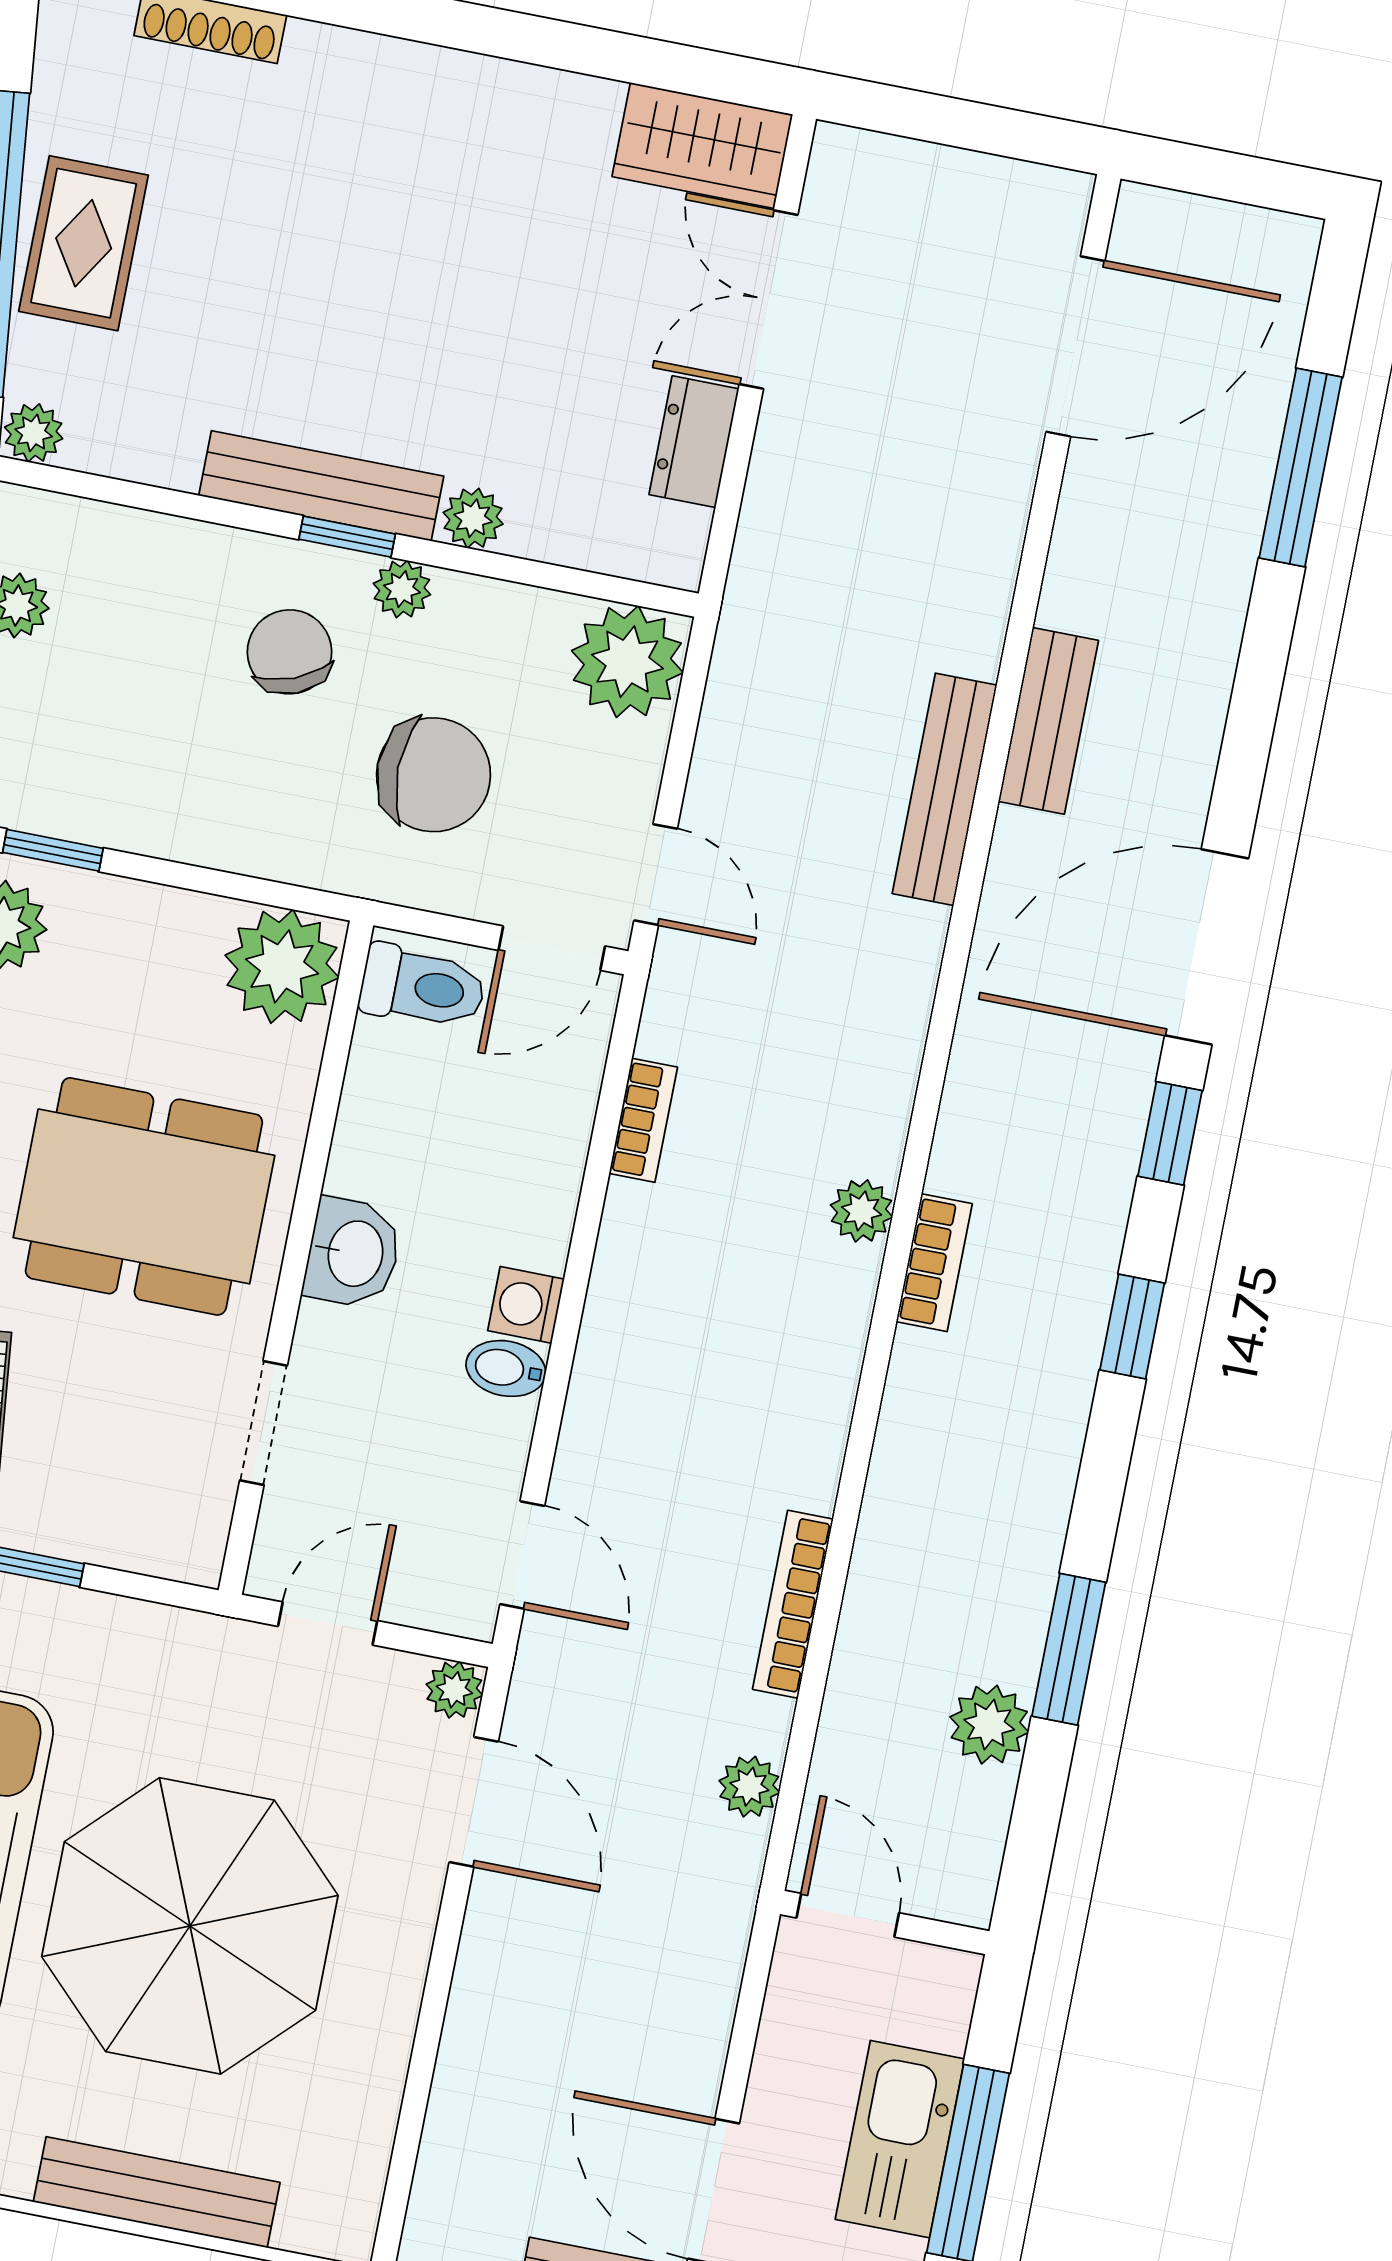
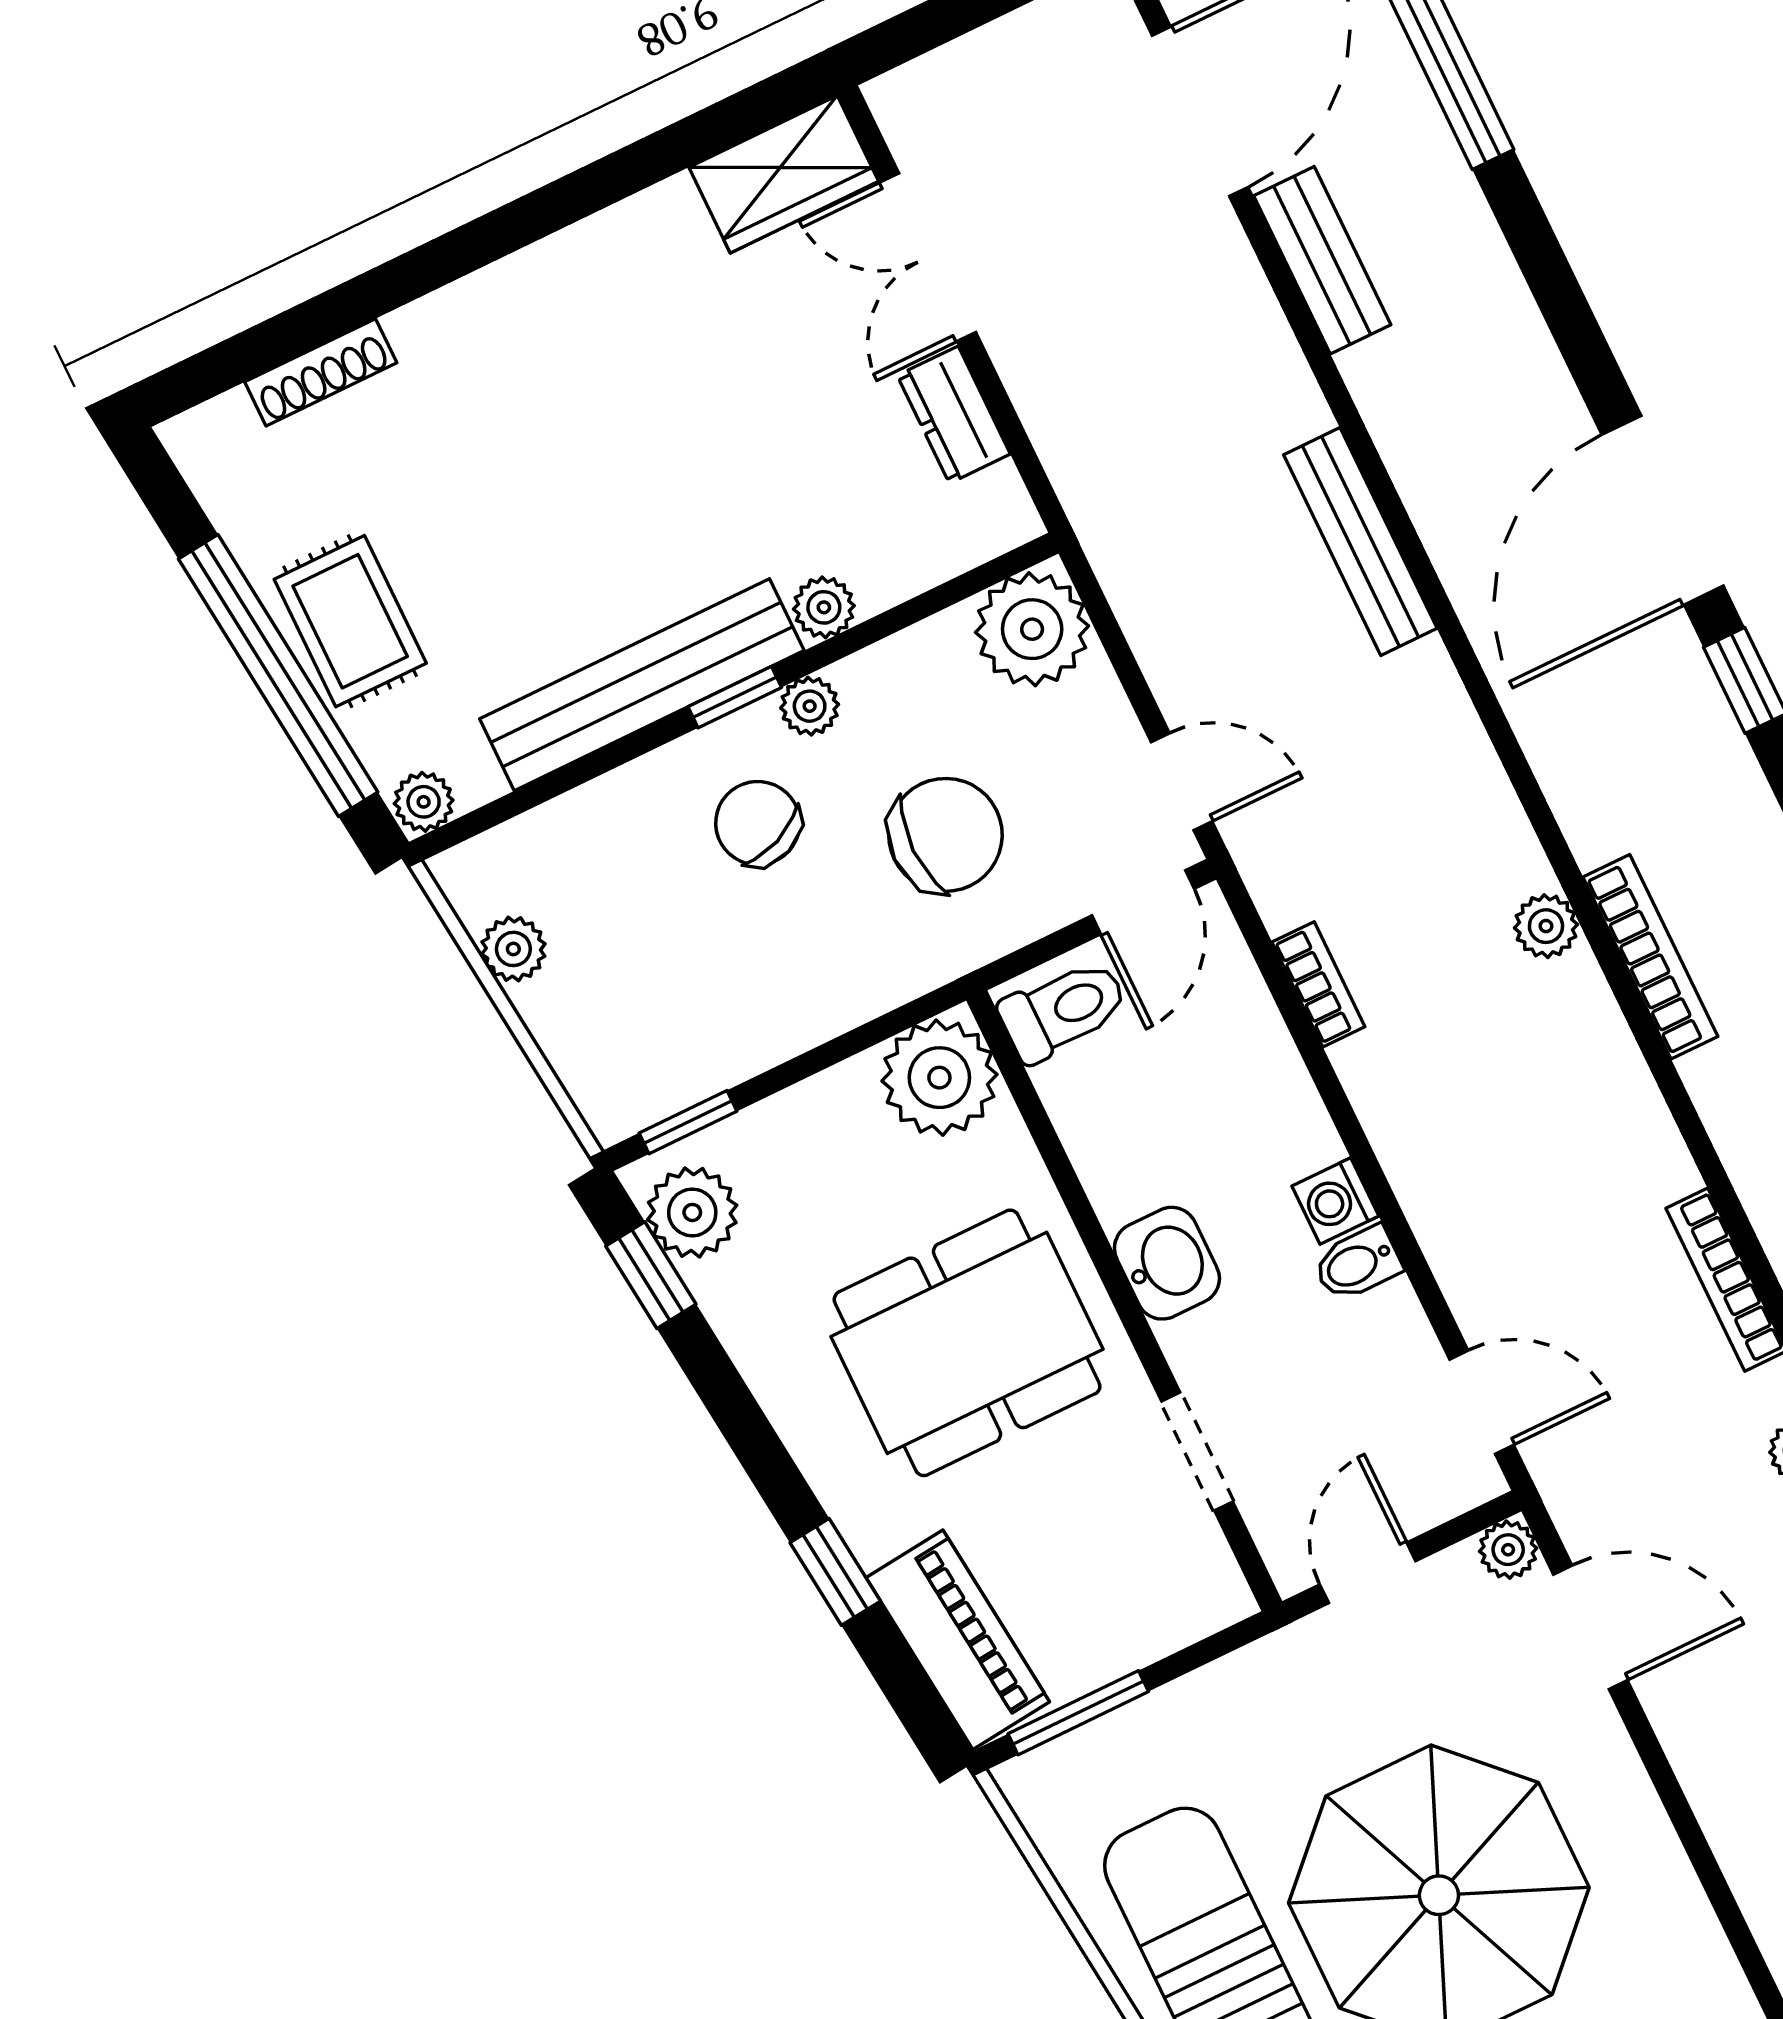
bench: (321, 486) -> (642, 685), width x1.37, depth x1.21
bench: (1048, 721) -> (1322, 260), moved
bookcase: (934, 1263) -> (1650, 957), width x1.56

